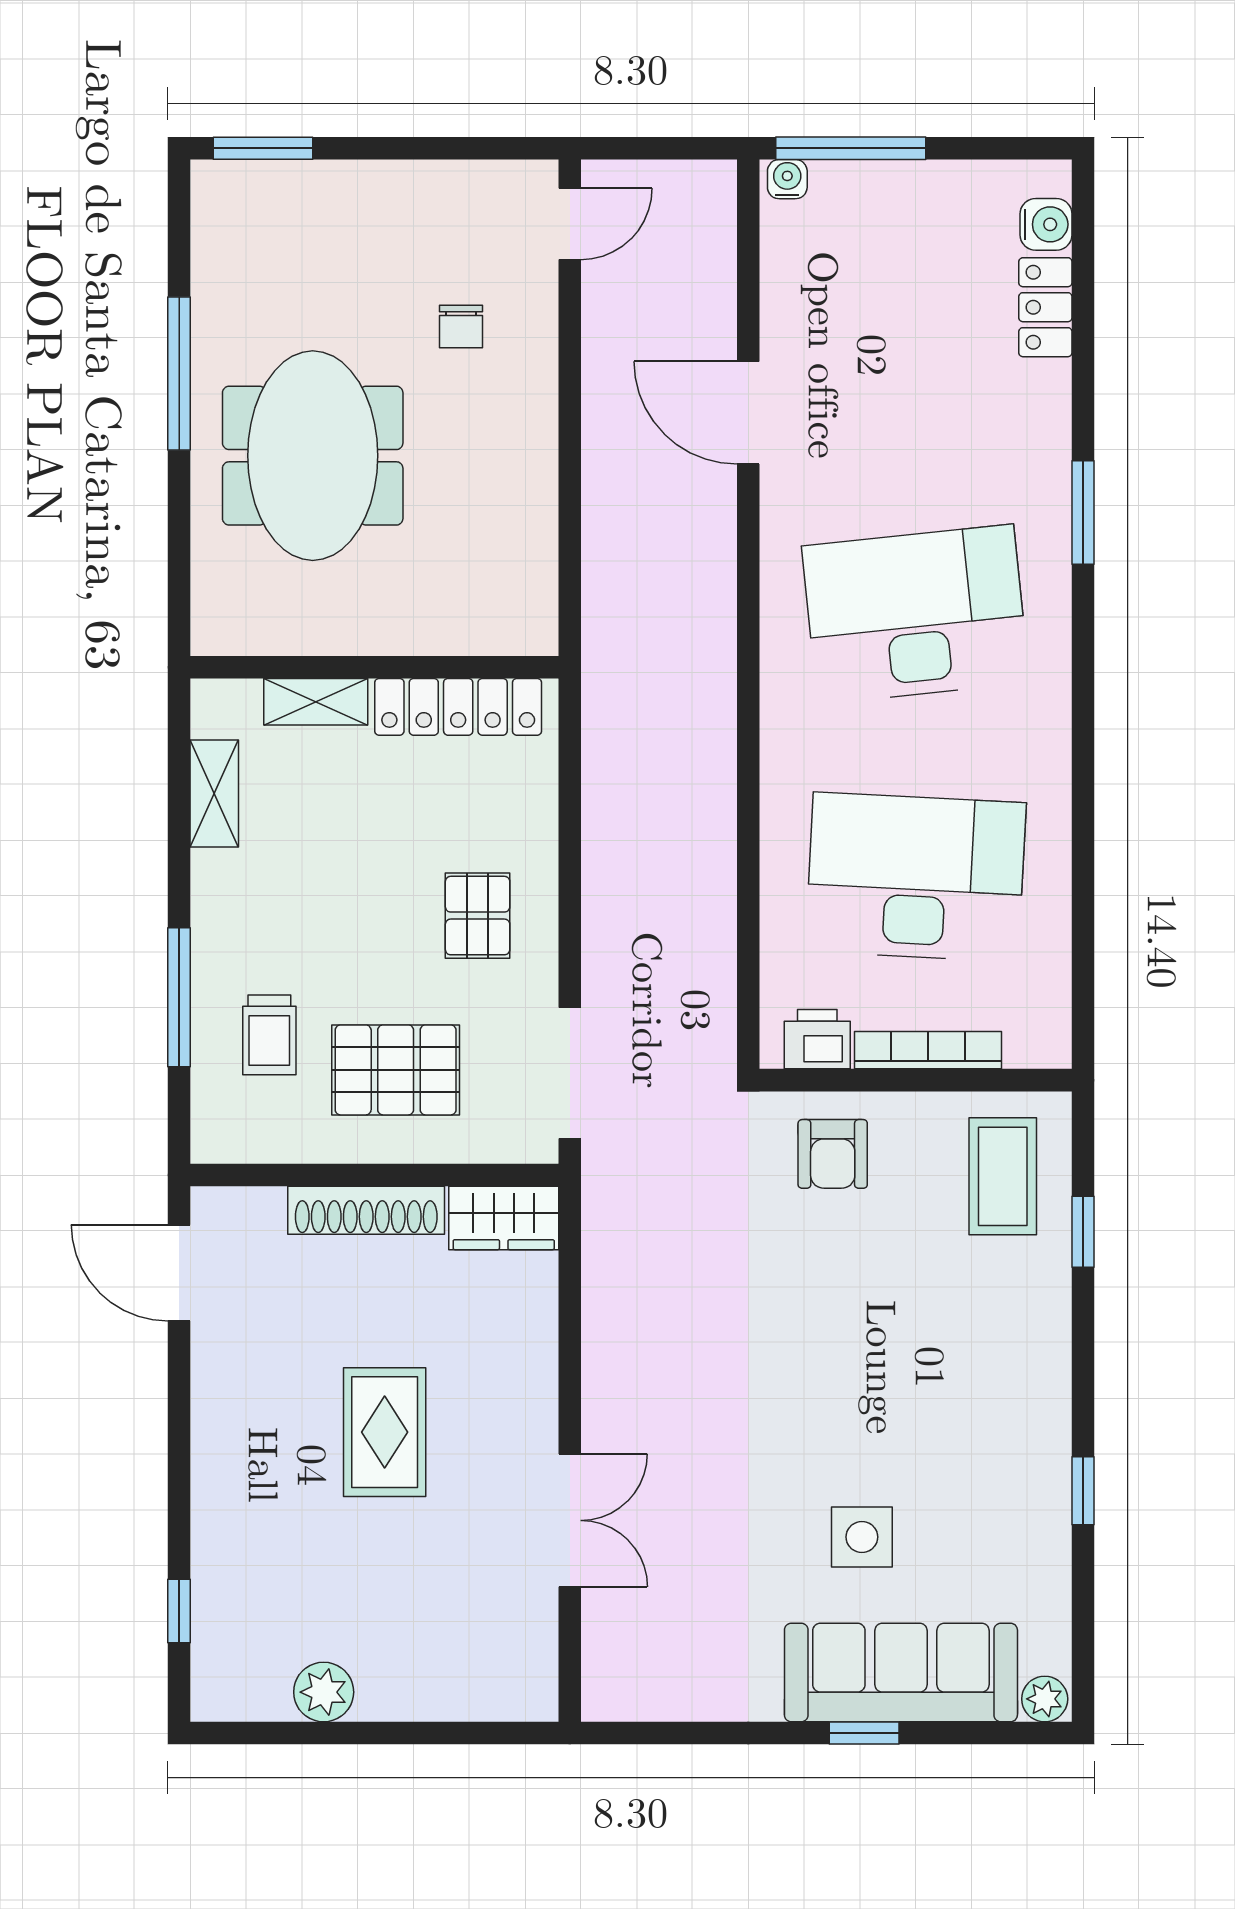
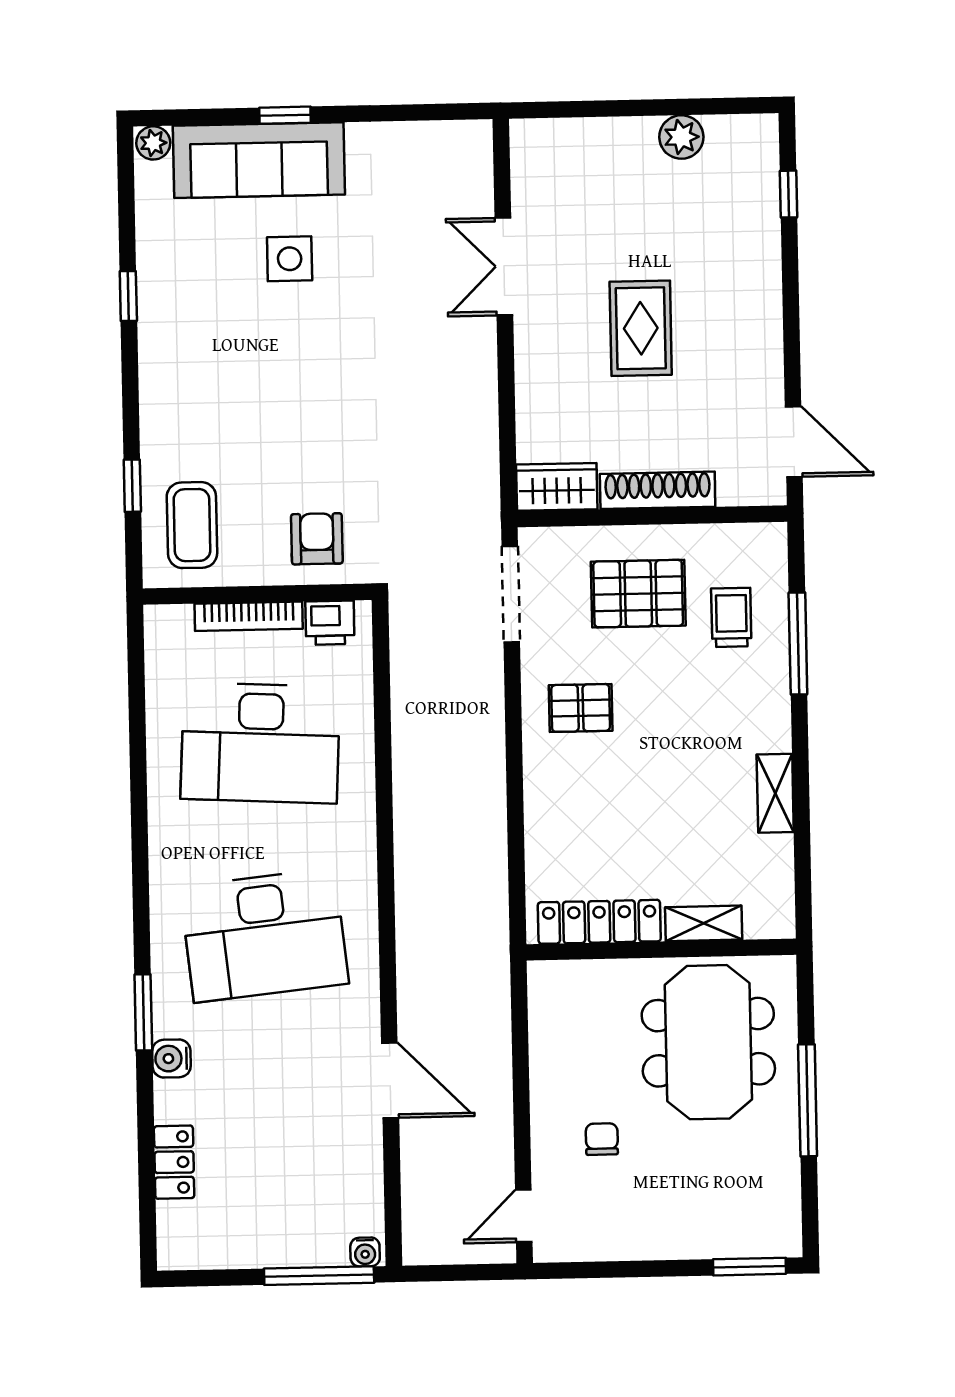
water cooler: (1046, 224) -> (171, 1058), moved
wall: (374, 667) -> (661, 950), moved
shelving: (316, 702) -> (704, 923), moved
locker: (458, 707) -> (599, 922), moved
pallet: (478, 916) -> (581, 708), turned 90

